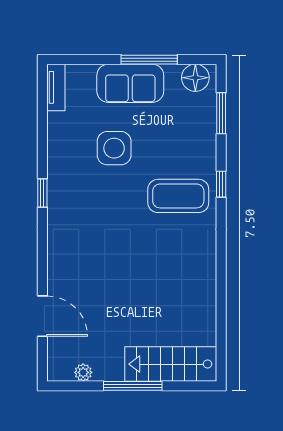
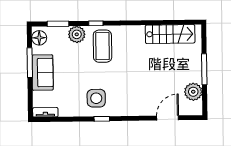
side table: (114, 148) -> (96, 98), moved
plant: (201, 148) -> (77, 34), added
stairs: (171, 364) -> (170, 34), moved, turned -90
plant: (83, 372) -> (193, 92), width x1.87, depth x1.87

